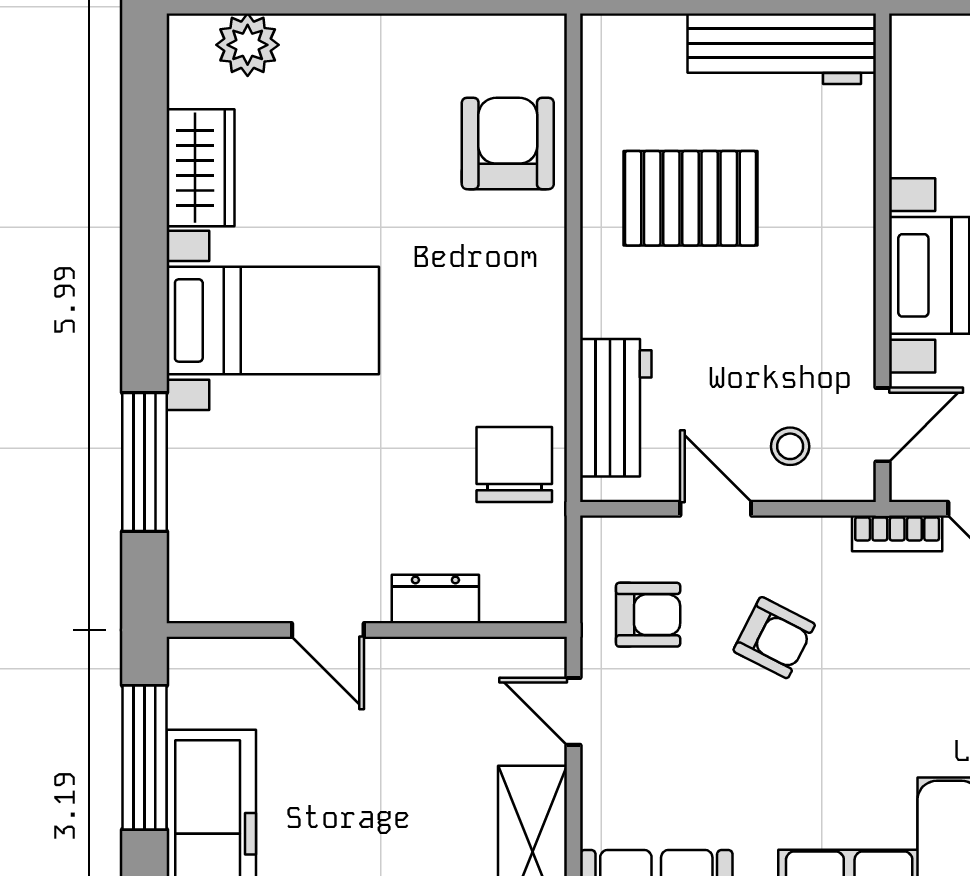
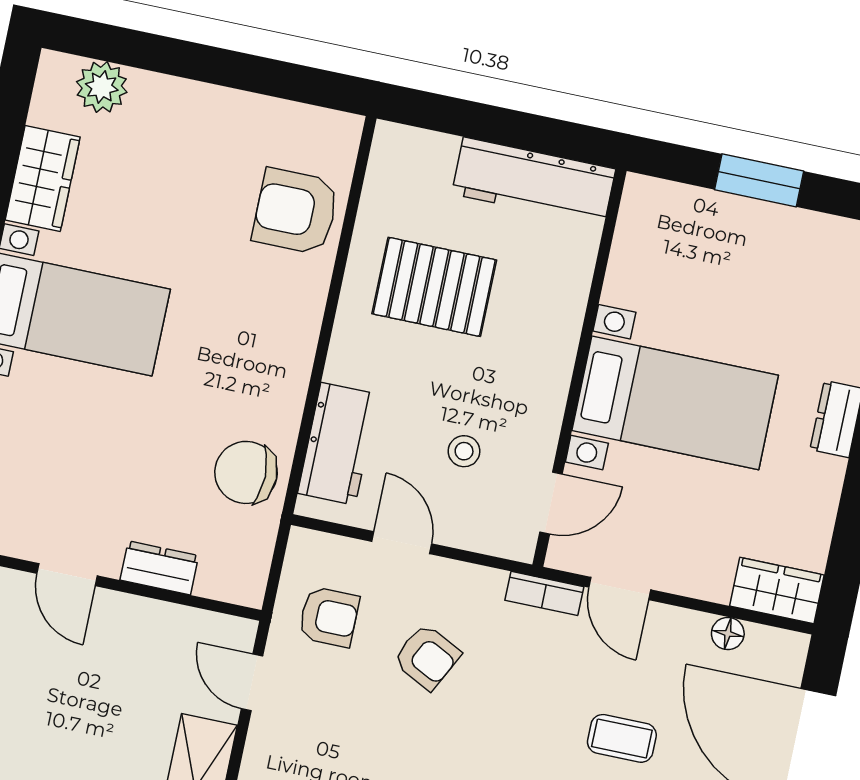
armchair: (508, 143) -> (296, 211), turned -90
stool: (790, 446) -> (464, 451), moved
chair: (514, 465) -> (246, 472), turned -90

